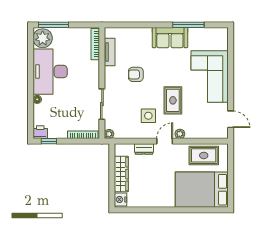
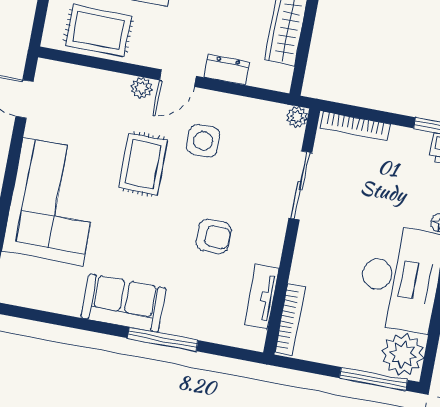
window: (188, 25) -> (163, 339), moved

